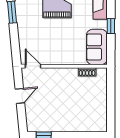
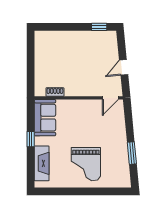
door: (33, 66) -> (110, 98), hinge flipped

